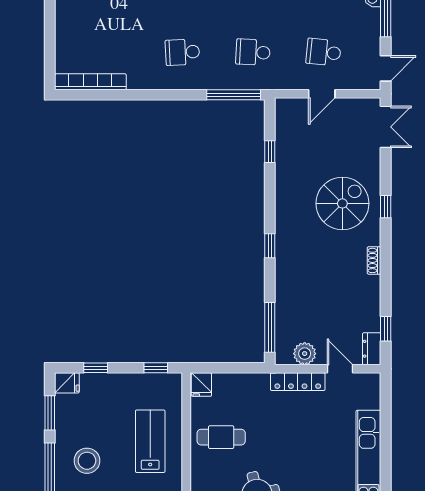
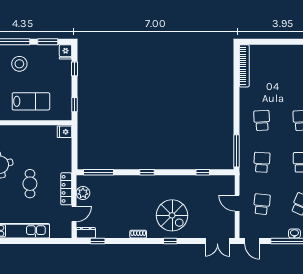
cafe table: (221, 437) -> (30, 184), moved

